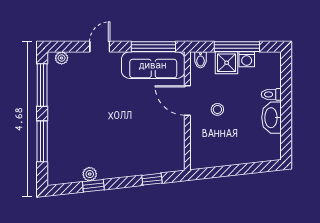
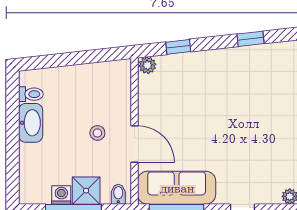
toilet: (271, 94) -> (31, 94), moved
plant: (90, 174) -> (147, 65), moved

